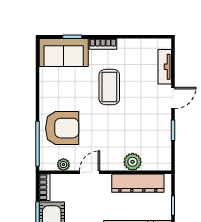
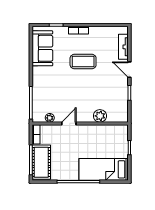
sofa: (64, 53) -> (42, 48), moved, turned -90
coffee table: (109, 87) -> (83, 62), turned 90
door: (173, 98) -> (129, 70), swing flipped
armchair: (62, 128) -> (49, 91), removed
dresser: (138, 183) -> (104, 131), removed

